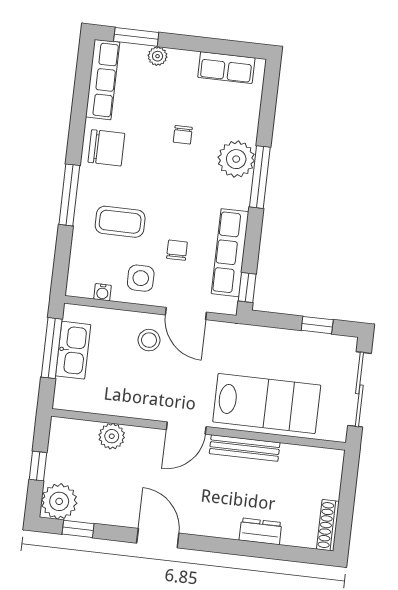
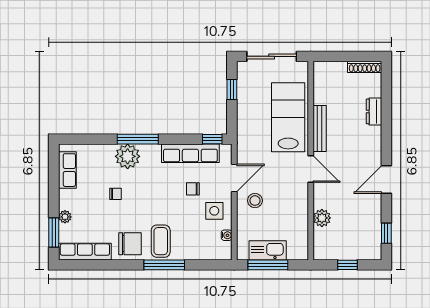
chair: (106, 148) -> (130, 244), turned 90
coffee table: (120, 222) -> (161, 241), moved
plant: (59, 501) -> (369, 248), removed

